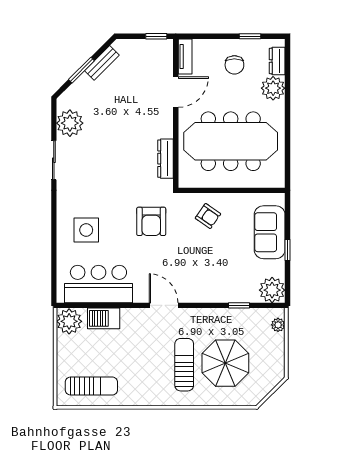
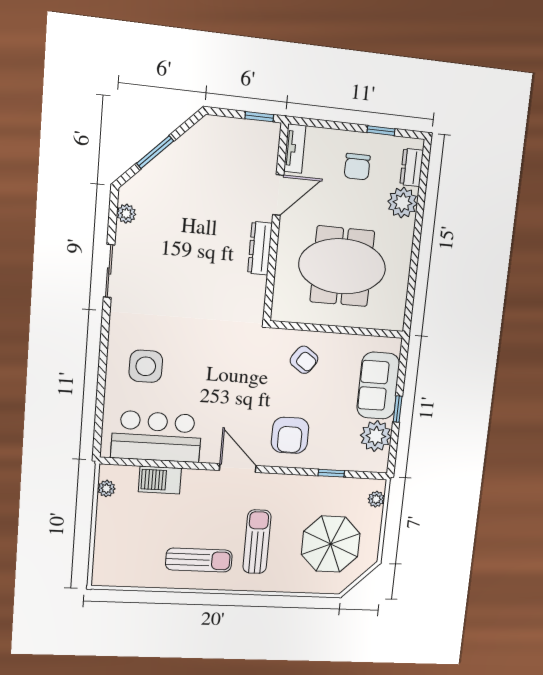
bench: (102, 63) -> (184, 145), removed
plant: (70, 123) -> (126, 214), width x0.53, depth x0.53
meeting table: (231, 141) -> (342, 266), width x0.73
dresser: (166, 159) -> (260, 248), moved
armchair: (151, 221) -> (290, 435), moved
plant: (272, 290) -> (376, 436), moved
plant: (69, 321) -> (106, 488), width x0.53, depth x0.53
parasol: (225, 363) -> (331, 544), moved
sun lounger: (91, 386) -> (199, 560), moved

